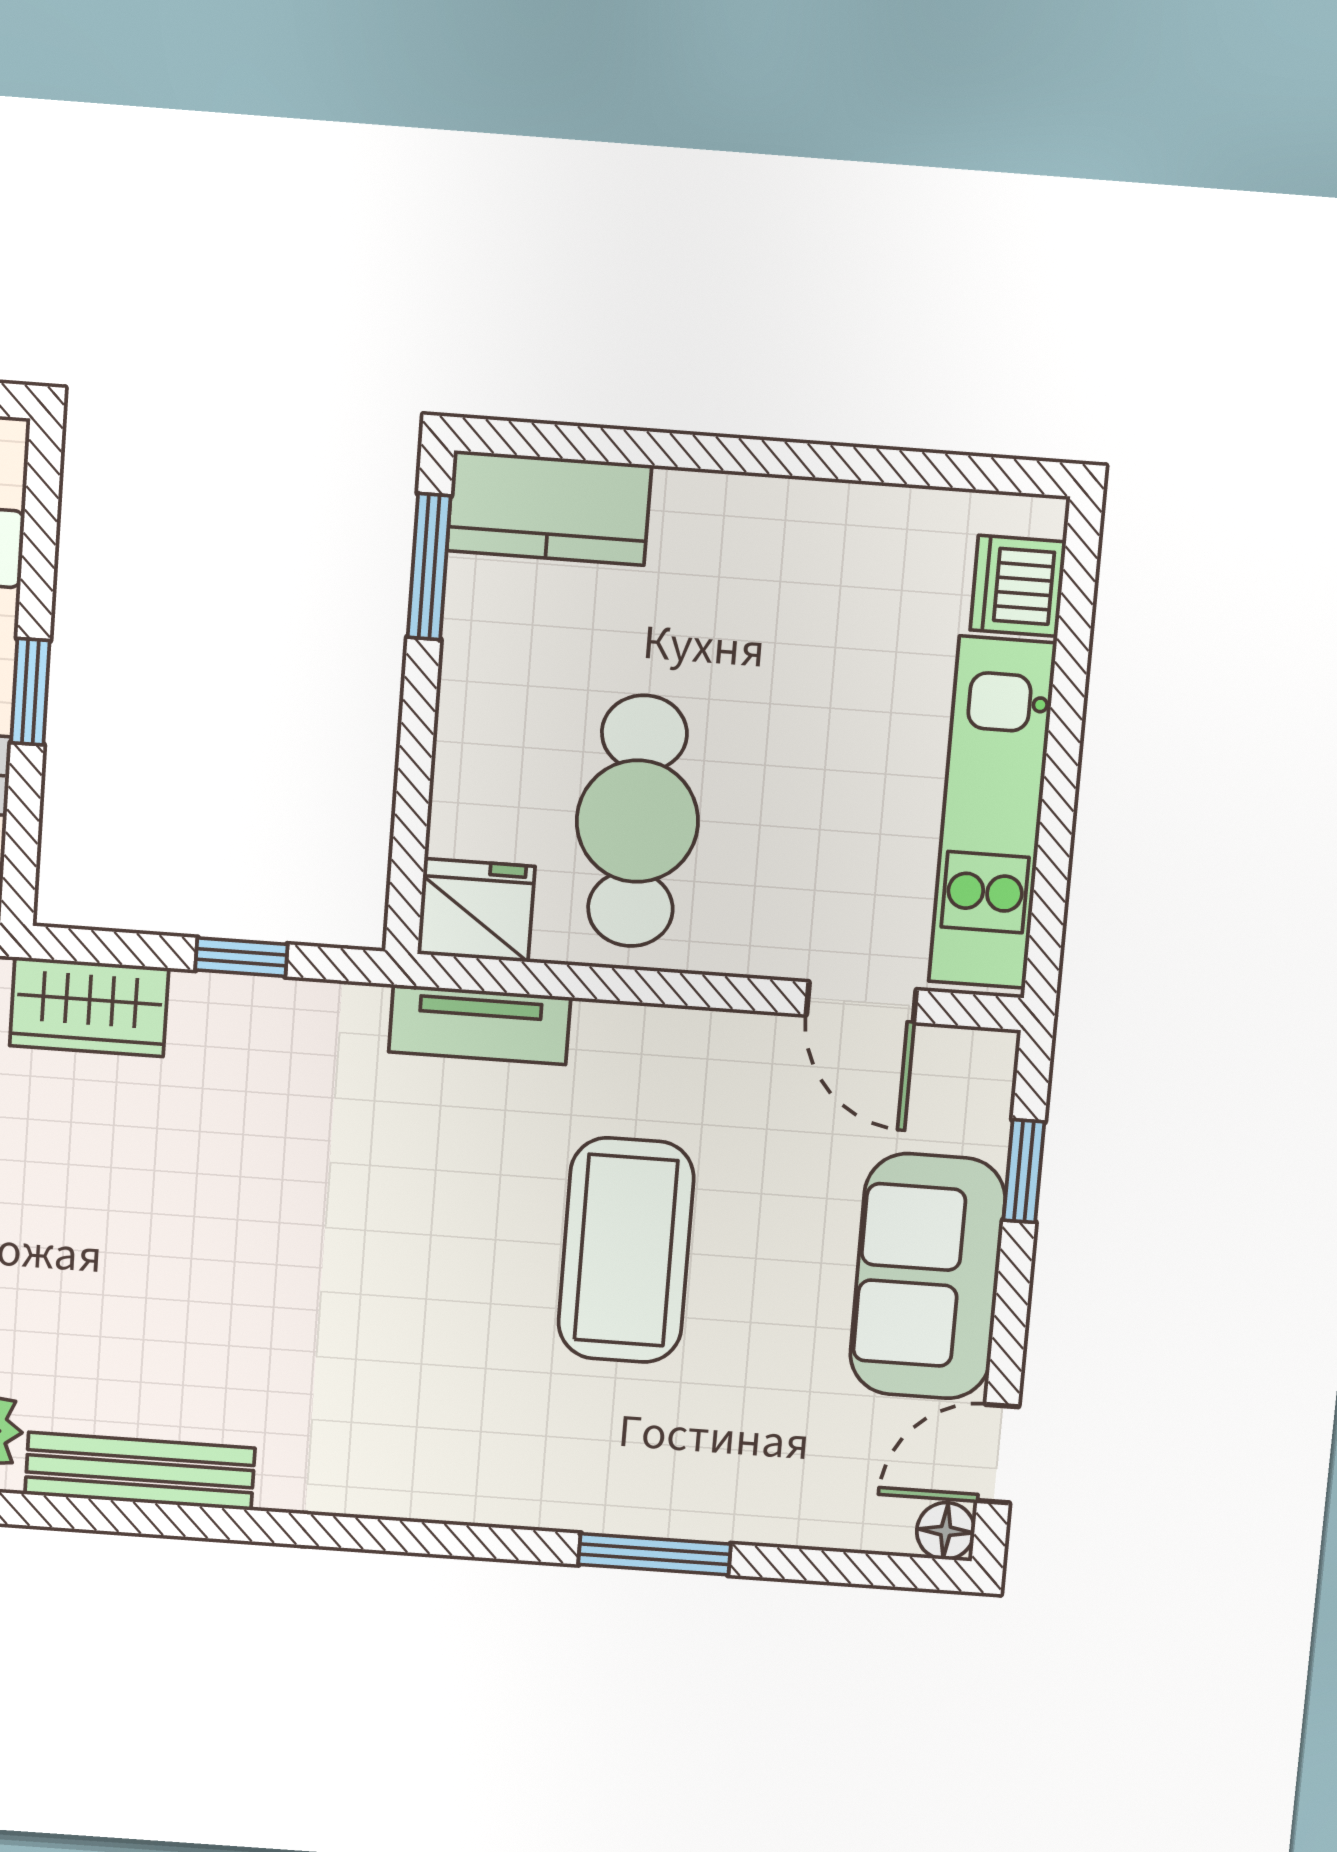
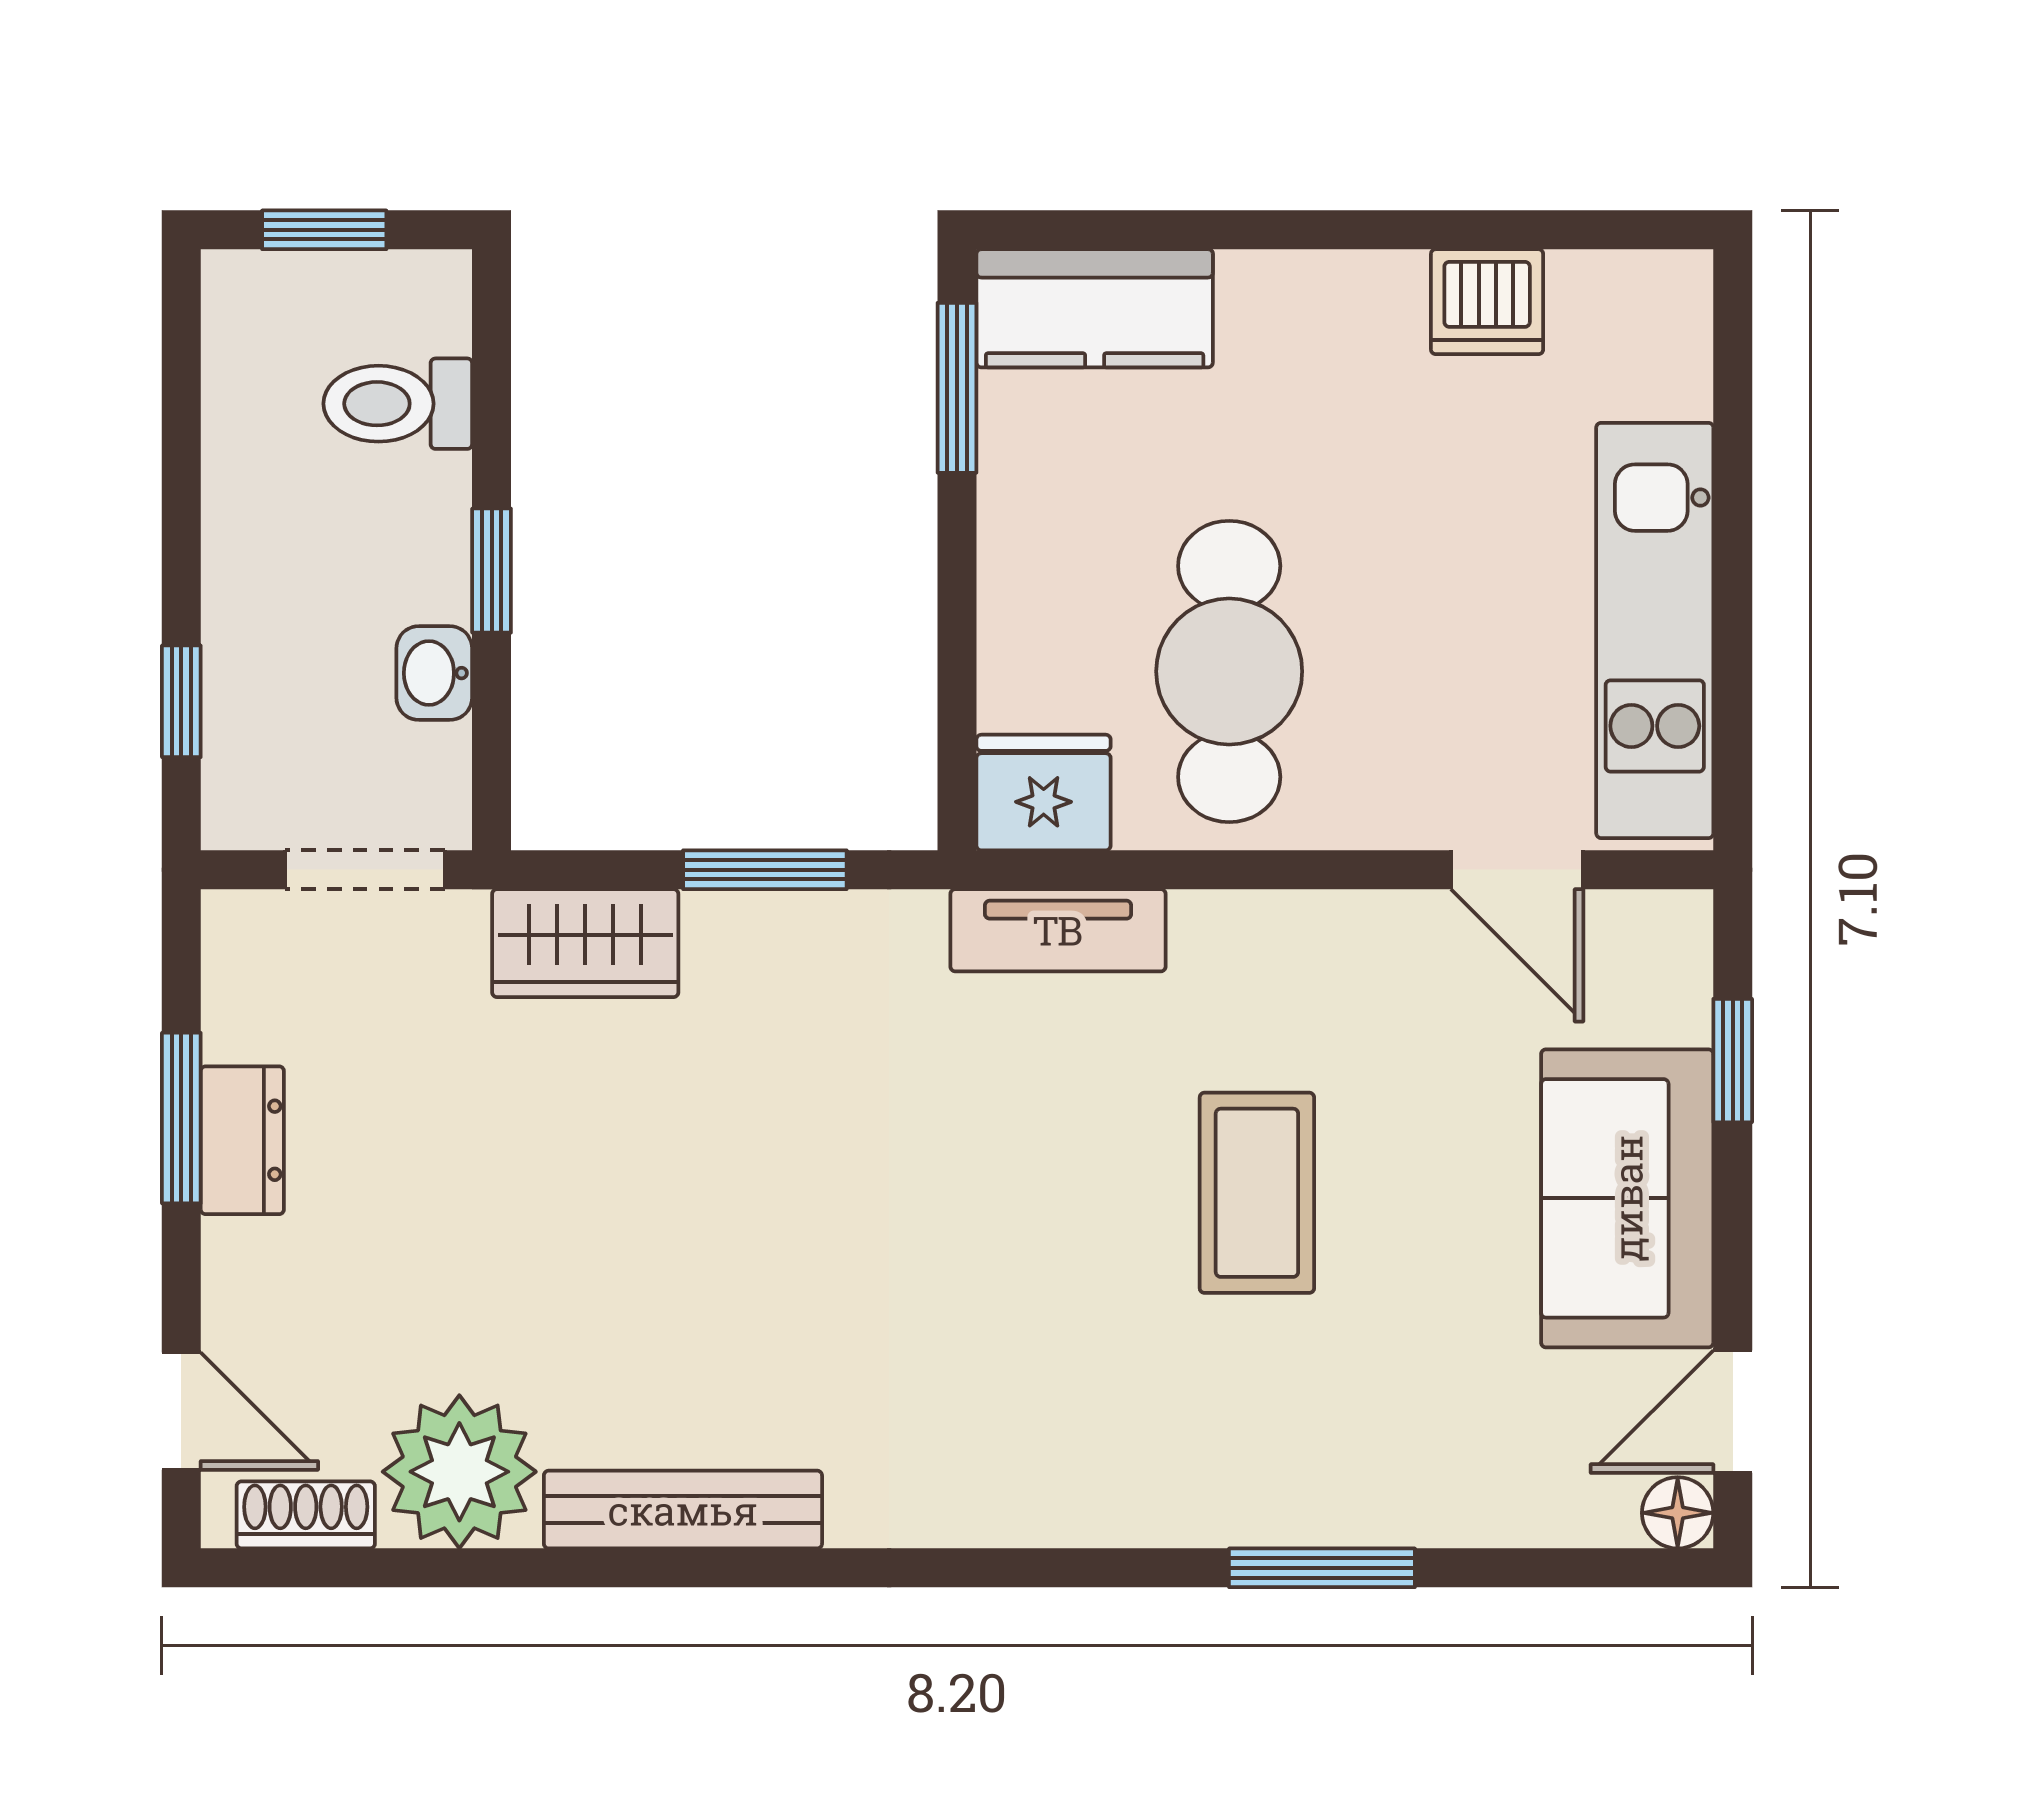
dishwasher: (1018, 586) -> (1487, 302), moved, turned -90
window: (241, 957) -> (765, 870), width x1.50
coffee table: (626, 1250) -> (1257, 1193), width x0.73, depth x0.76

